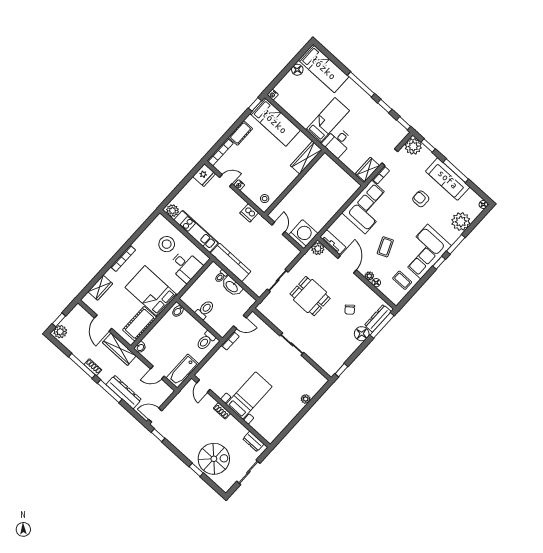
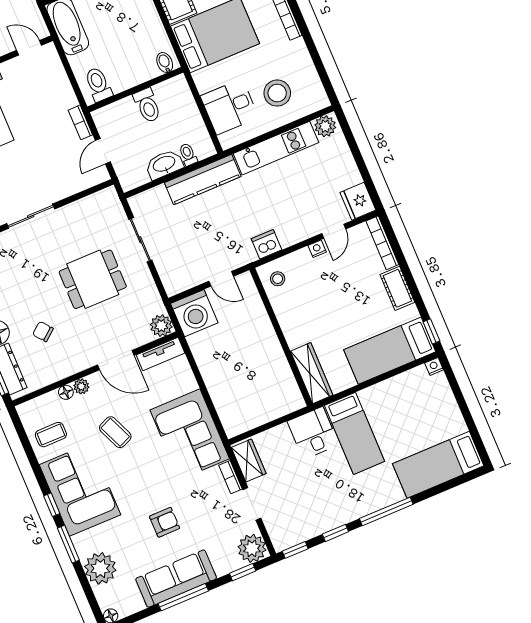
floor lamp: (297, 70) -> (455, 423), removed

